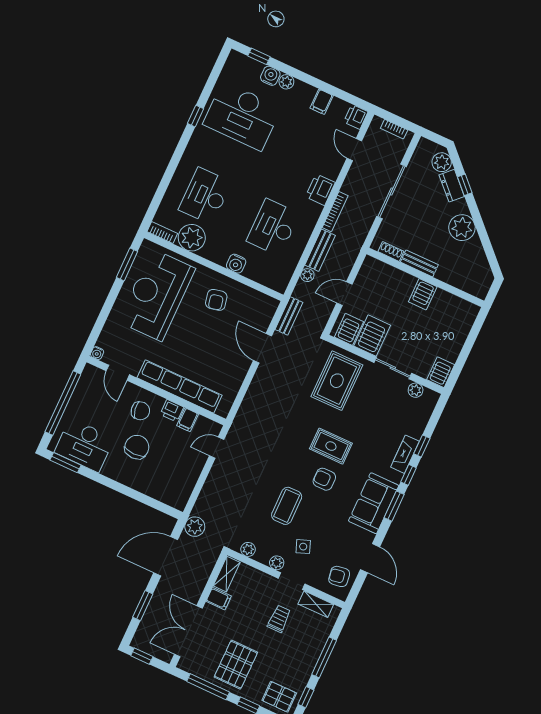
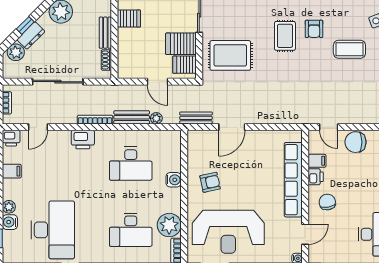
chair: (137, 447) -> (355, 142), moved

